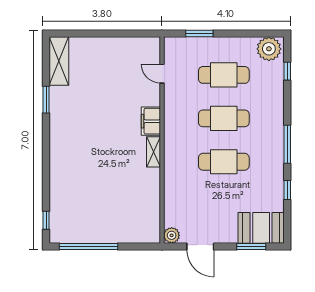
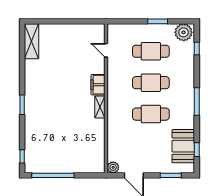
window: (199, 34) -> (158, 21), moved
window: (46, 100) -> (22, 105), moved
window: (287, 190) -> (197, 150), moved
booth: (261, 228) -> (183, 146), moved, turned 90

